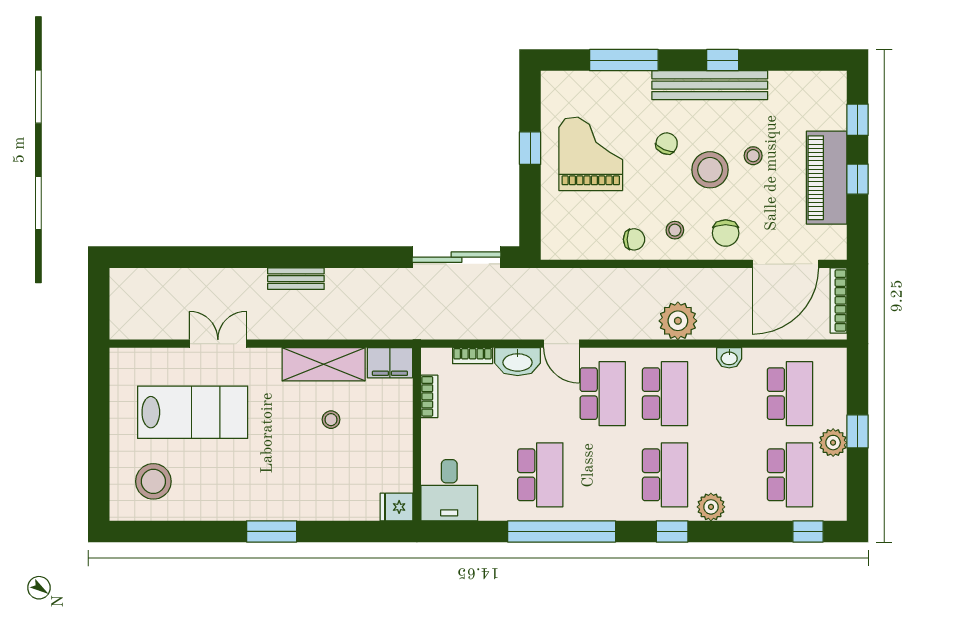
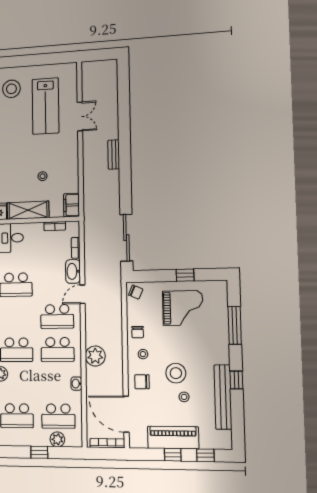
bench: (710, 85) -> (223, 397), moved
chair: (667, 144) -> (136, 292), moved
shelving: (324, 364) -> (28, 210), moved, turned 90
plant: (833, 443) -> (57, 439), moved

